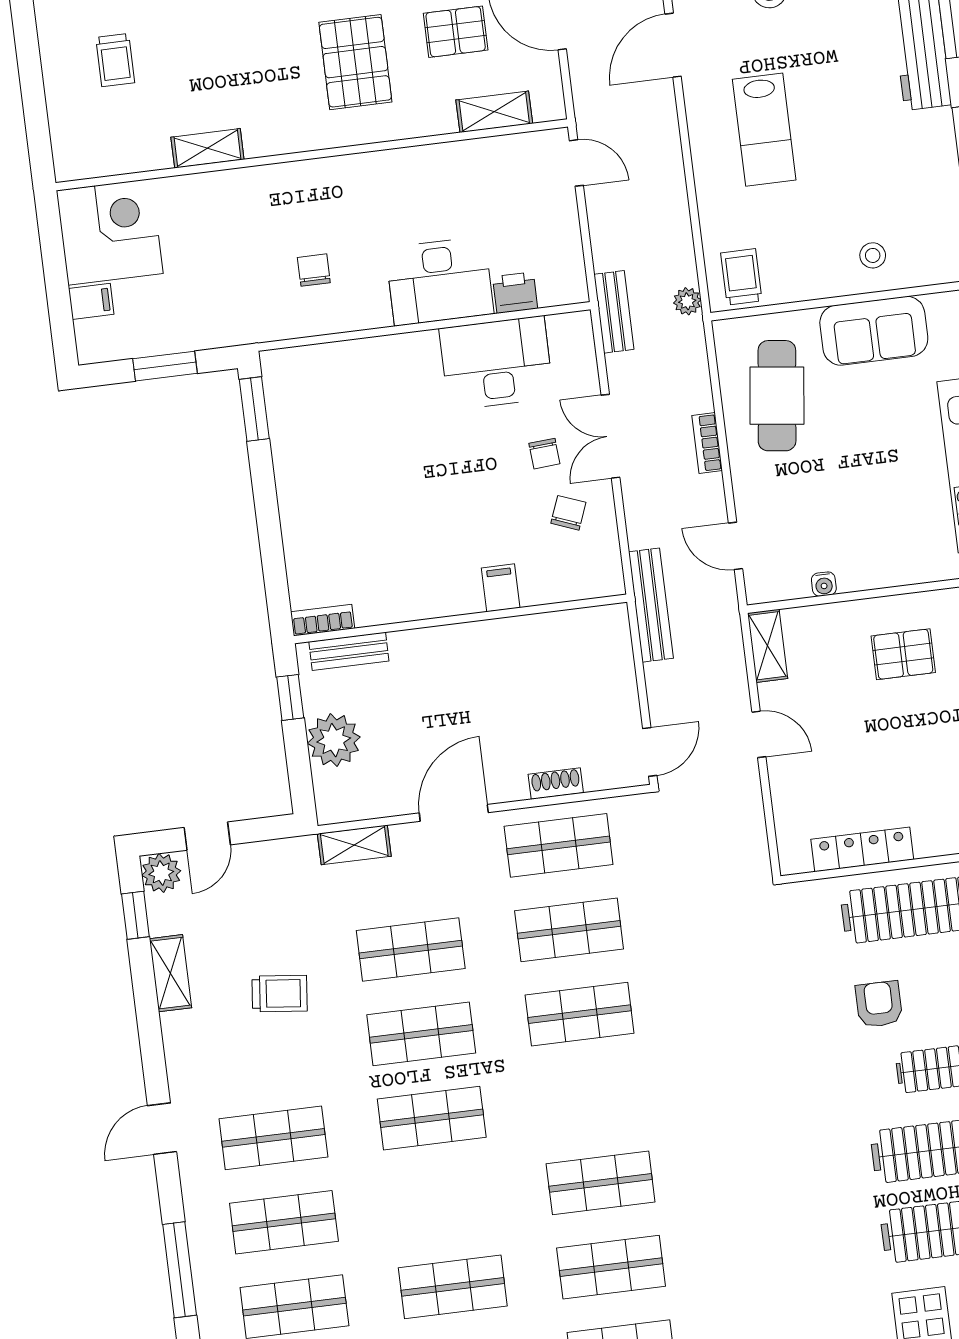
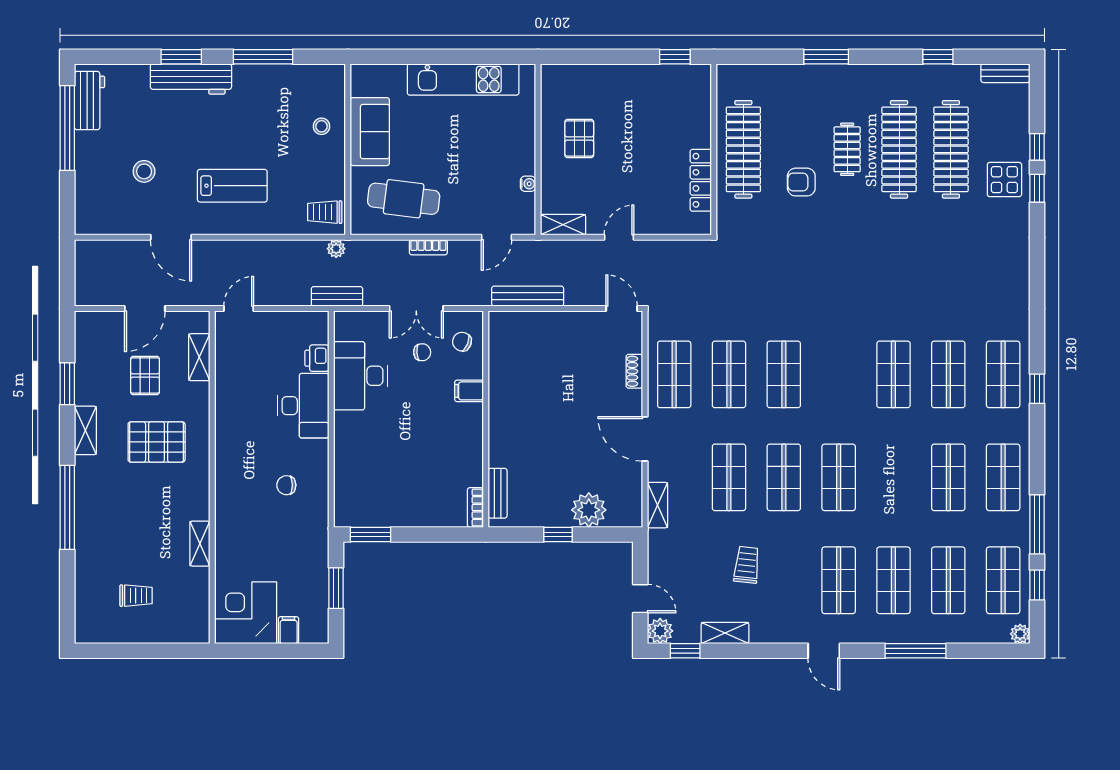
filing cabinet: (501, 588) -> (469, 391), moved
wall: (461, 619) -> (486, 419), moved
bookcase: (323, 620) -> (475, 507), moved
bench: (349, 651) -> (498, 493), moved

